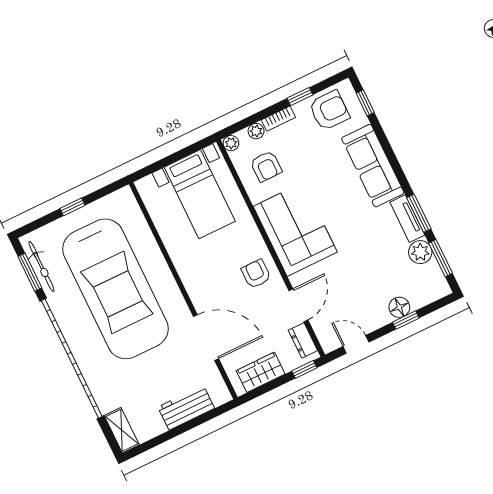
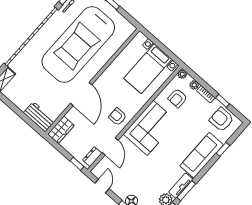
window: (365, 103) -> (223, 149), moved
armchair: (329, 110) -> (222, 120), turned 180
armchair: (256, 274) -> (118, 117), turned -90
door: (298, 305) -> (110, 146), hinge flipped
door: (206, 338) -> (81, 94), moved
wardrobe: (261, 372) -> (61, 130), moved, turned 90
workbench: (186, 408) -> (39, 117), moved

